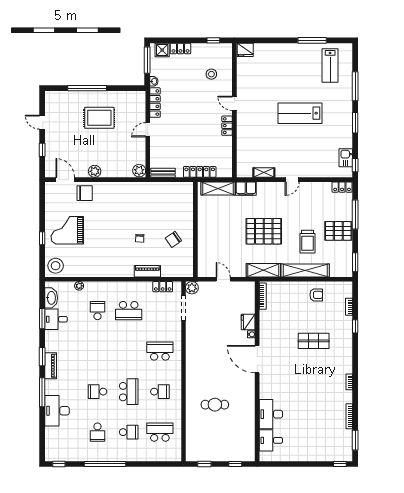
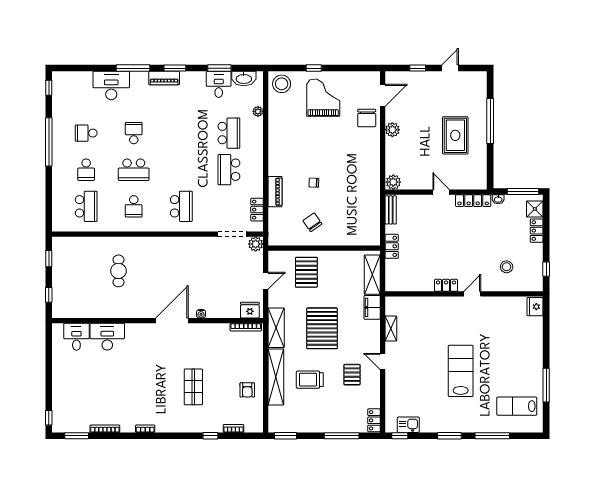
locker: (200, 172) -> (392, 246), width x0.66
pallet: (338, 231) -> (352, 375), moved, width x0.67, depth x0.71
pallet: (216, 245) -> (306, 272), added
school desk: (97, 311) -> (229, 133), width x1.85
fridge: (248, 322) -> (250, 310), moved

